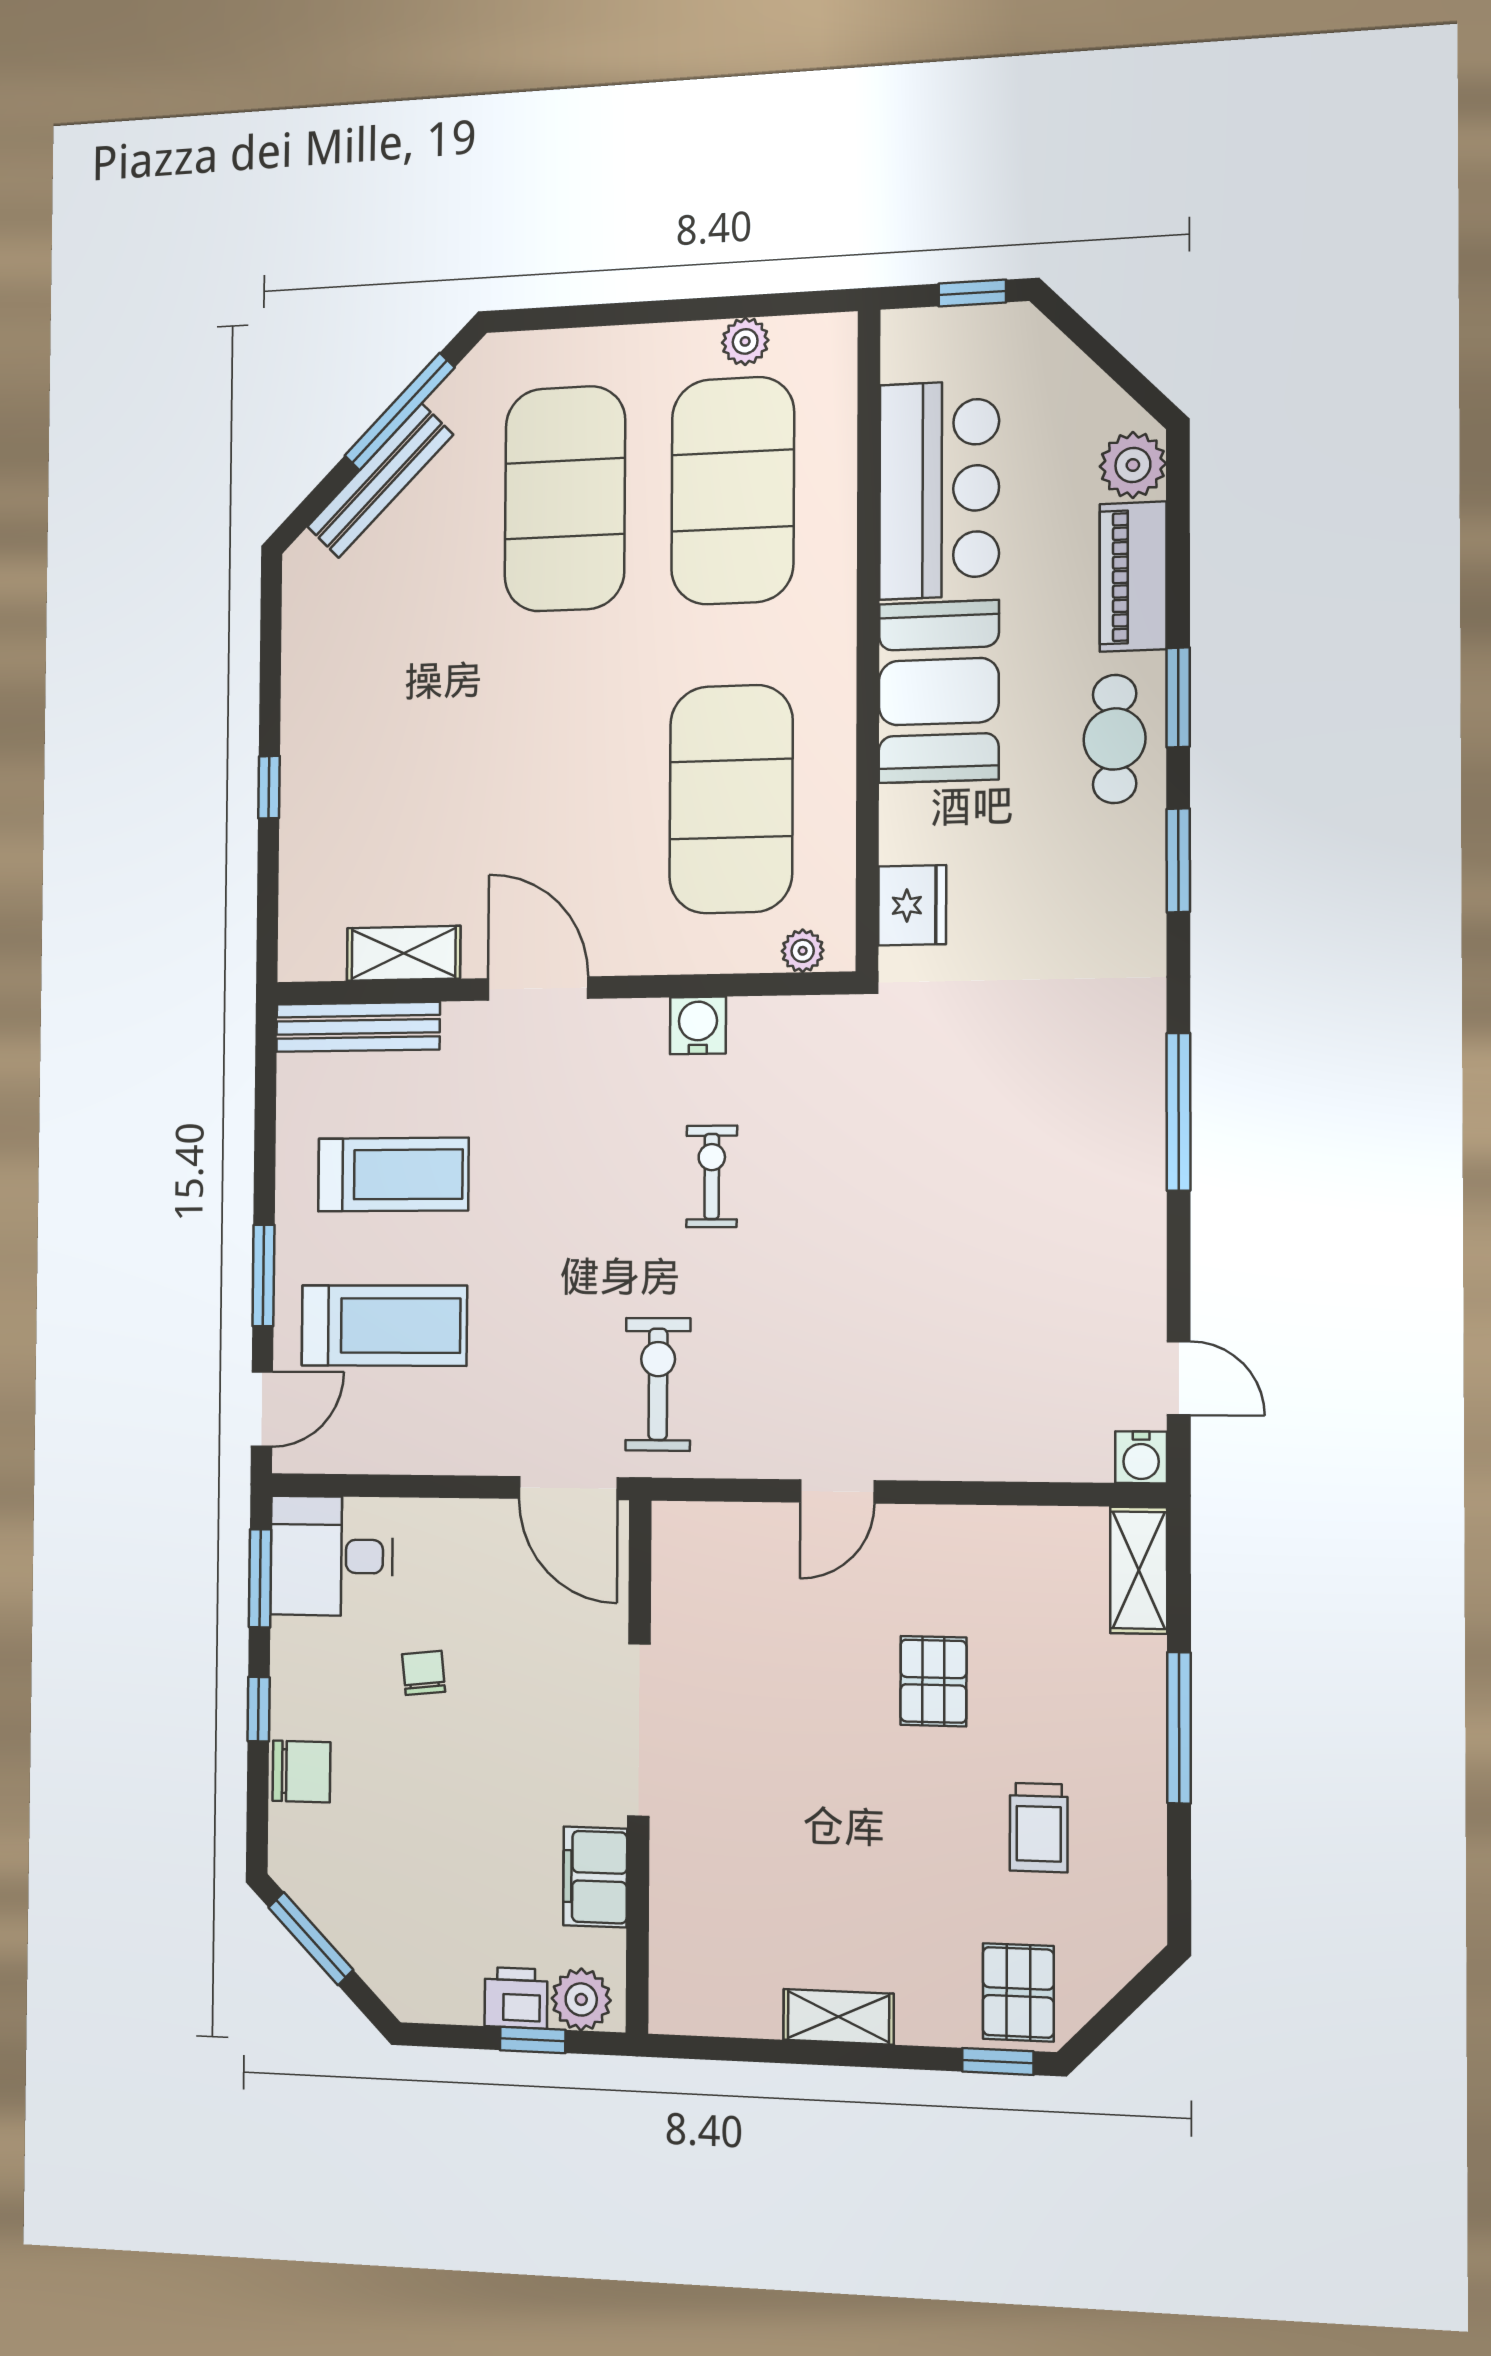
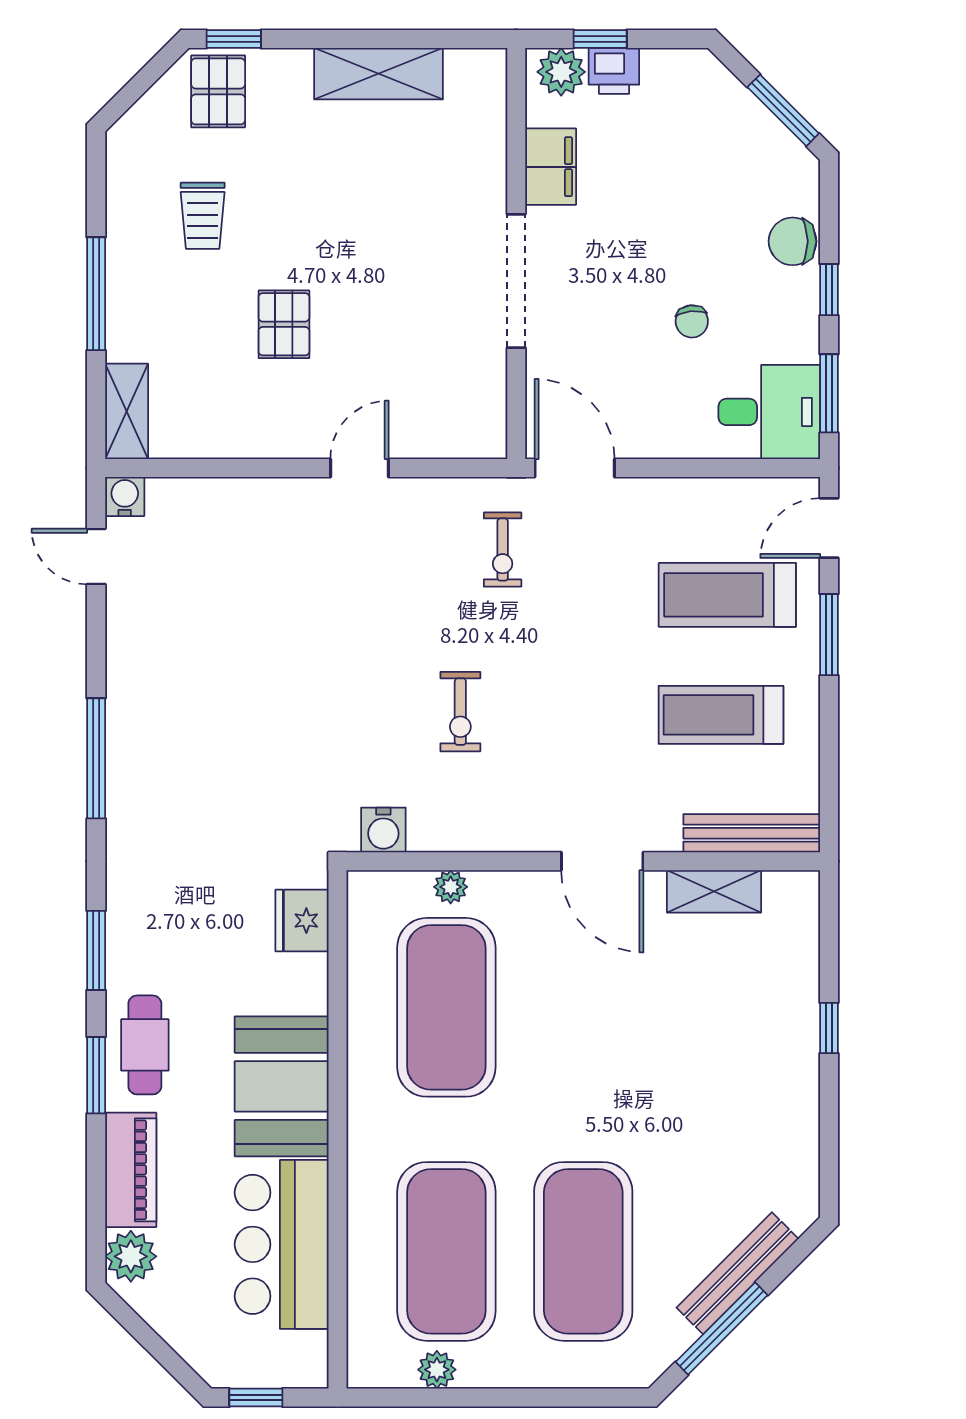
plant: (803, 951) -> (451, 887), moved
water cooler: (698, 1025) -> (383, 830), moved
exercise bike: (658, 1384) -> (503, 550), width x0.73, depth x0.72
trolley: (1039, 1828) -> (203, 216), turned 180
shelving: (838, 2017) -> (379, 74), width x1.50, depth x1.33

